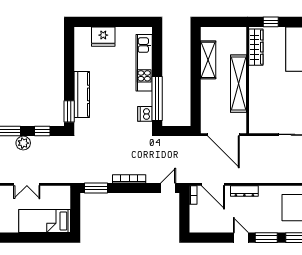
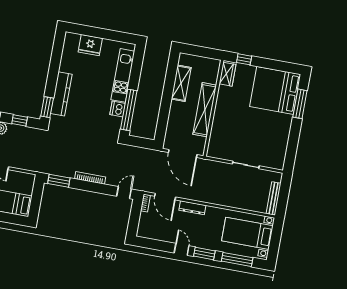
wardrobe: (256, 47) -> (227, 74), width x0.67
dishwasher: (145, 114) -> (118, 109), moved

